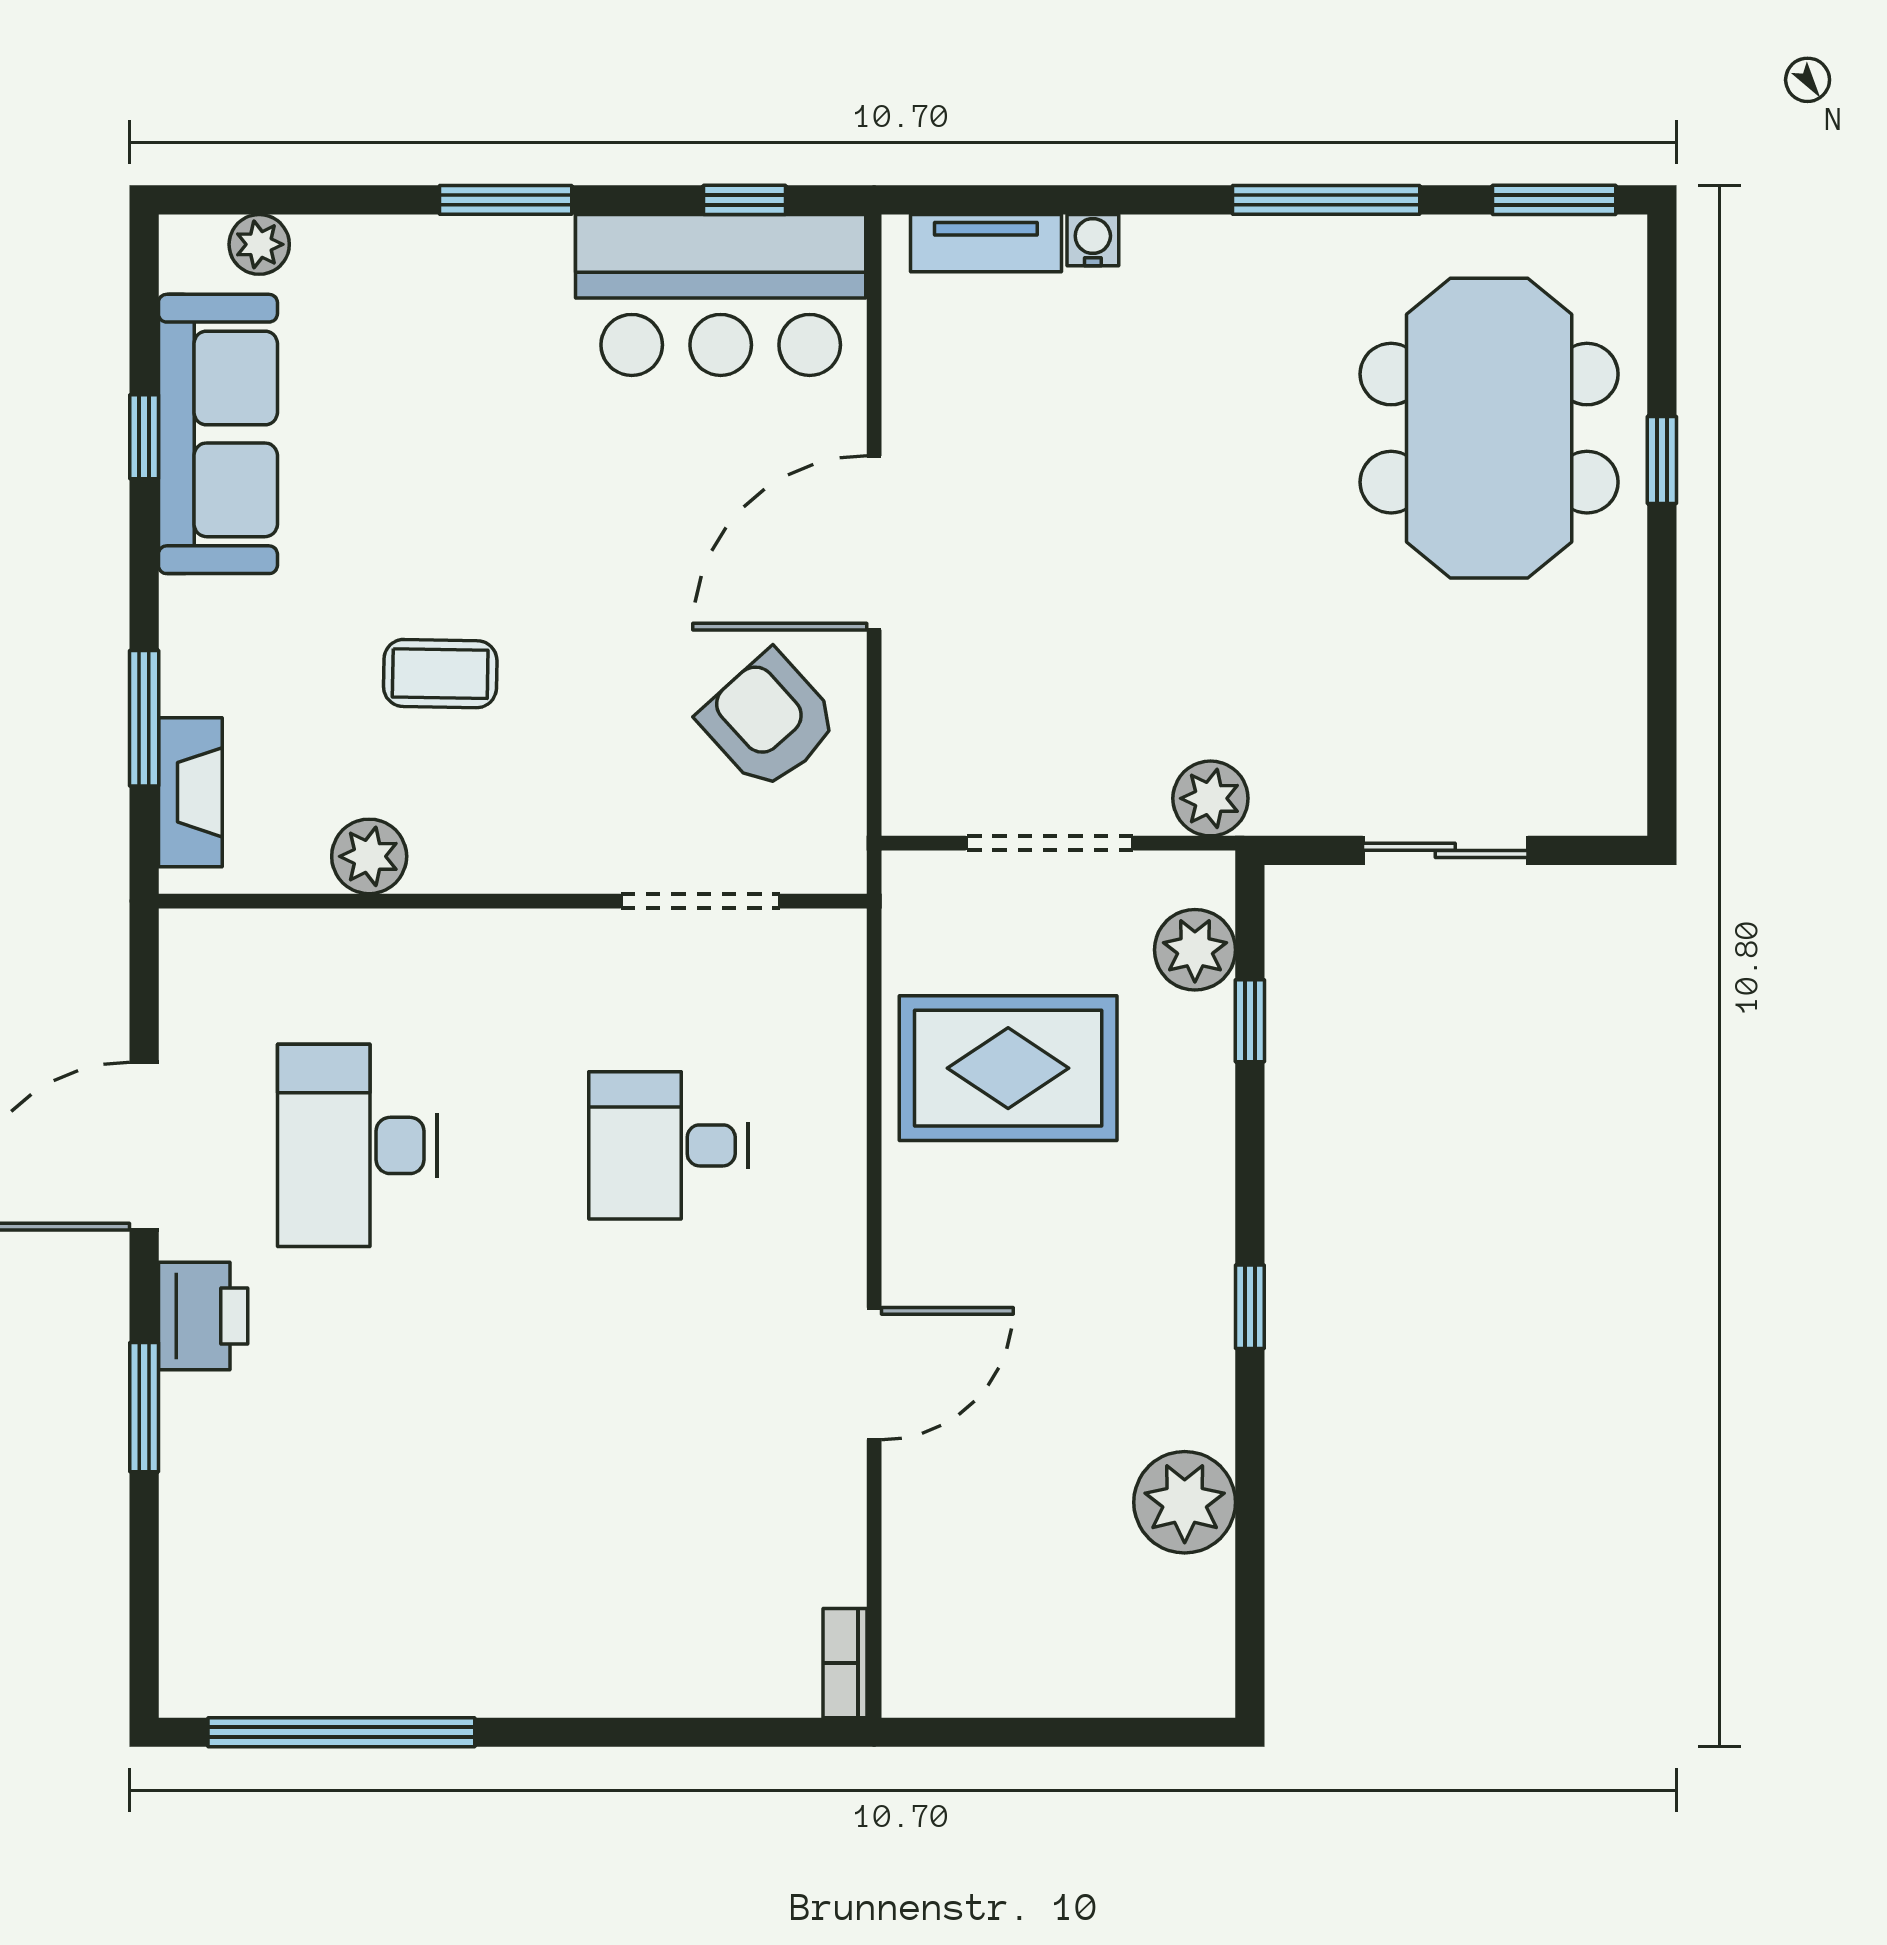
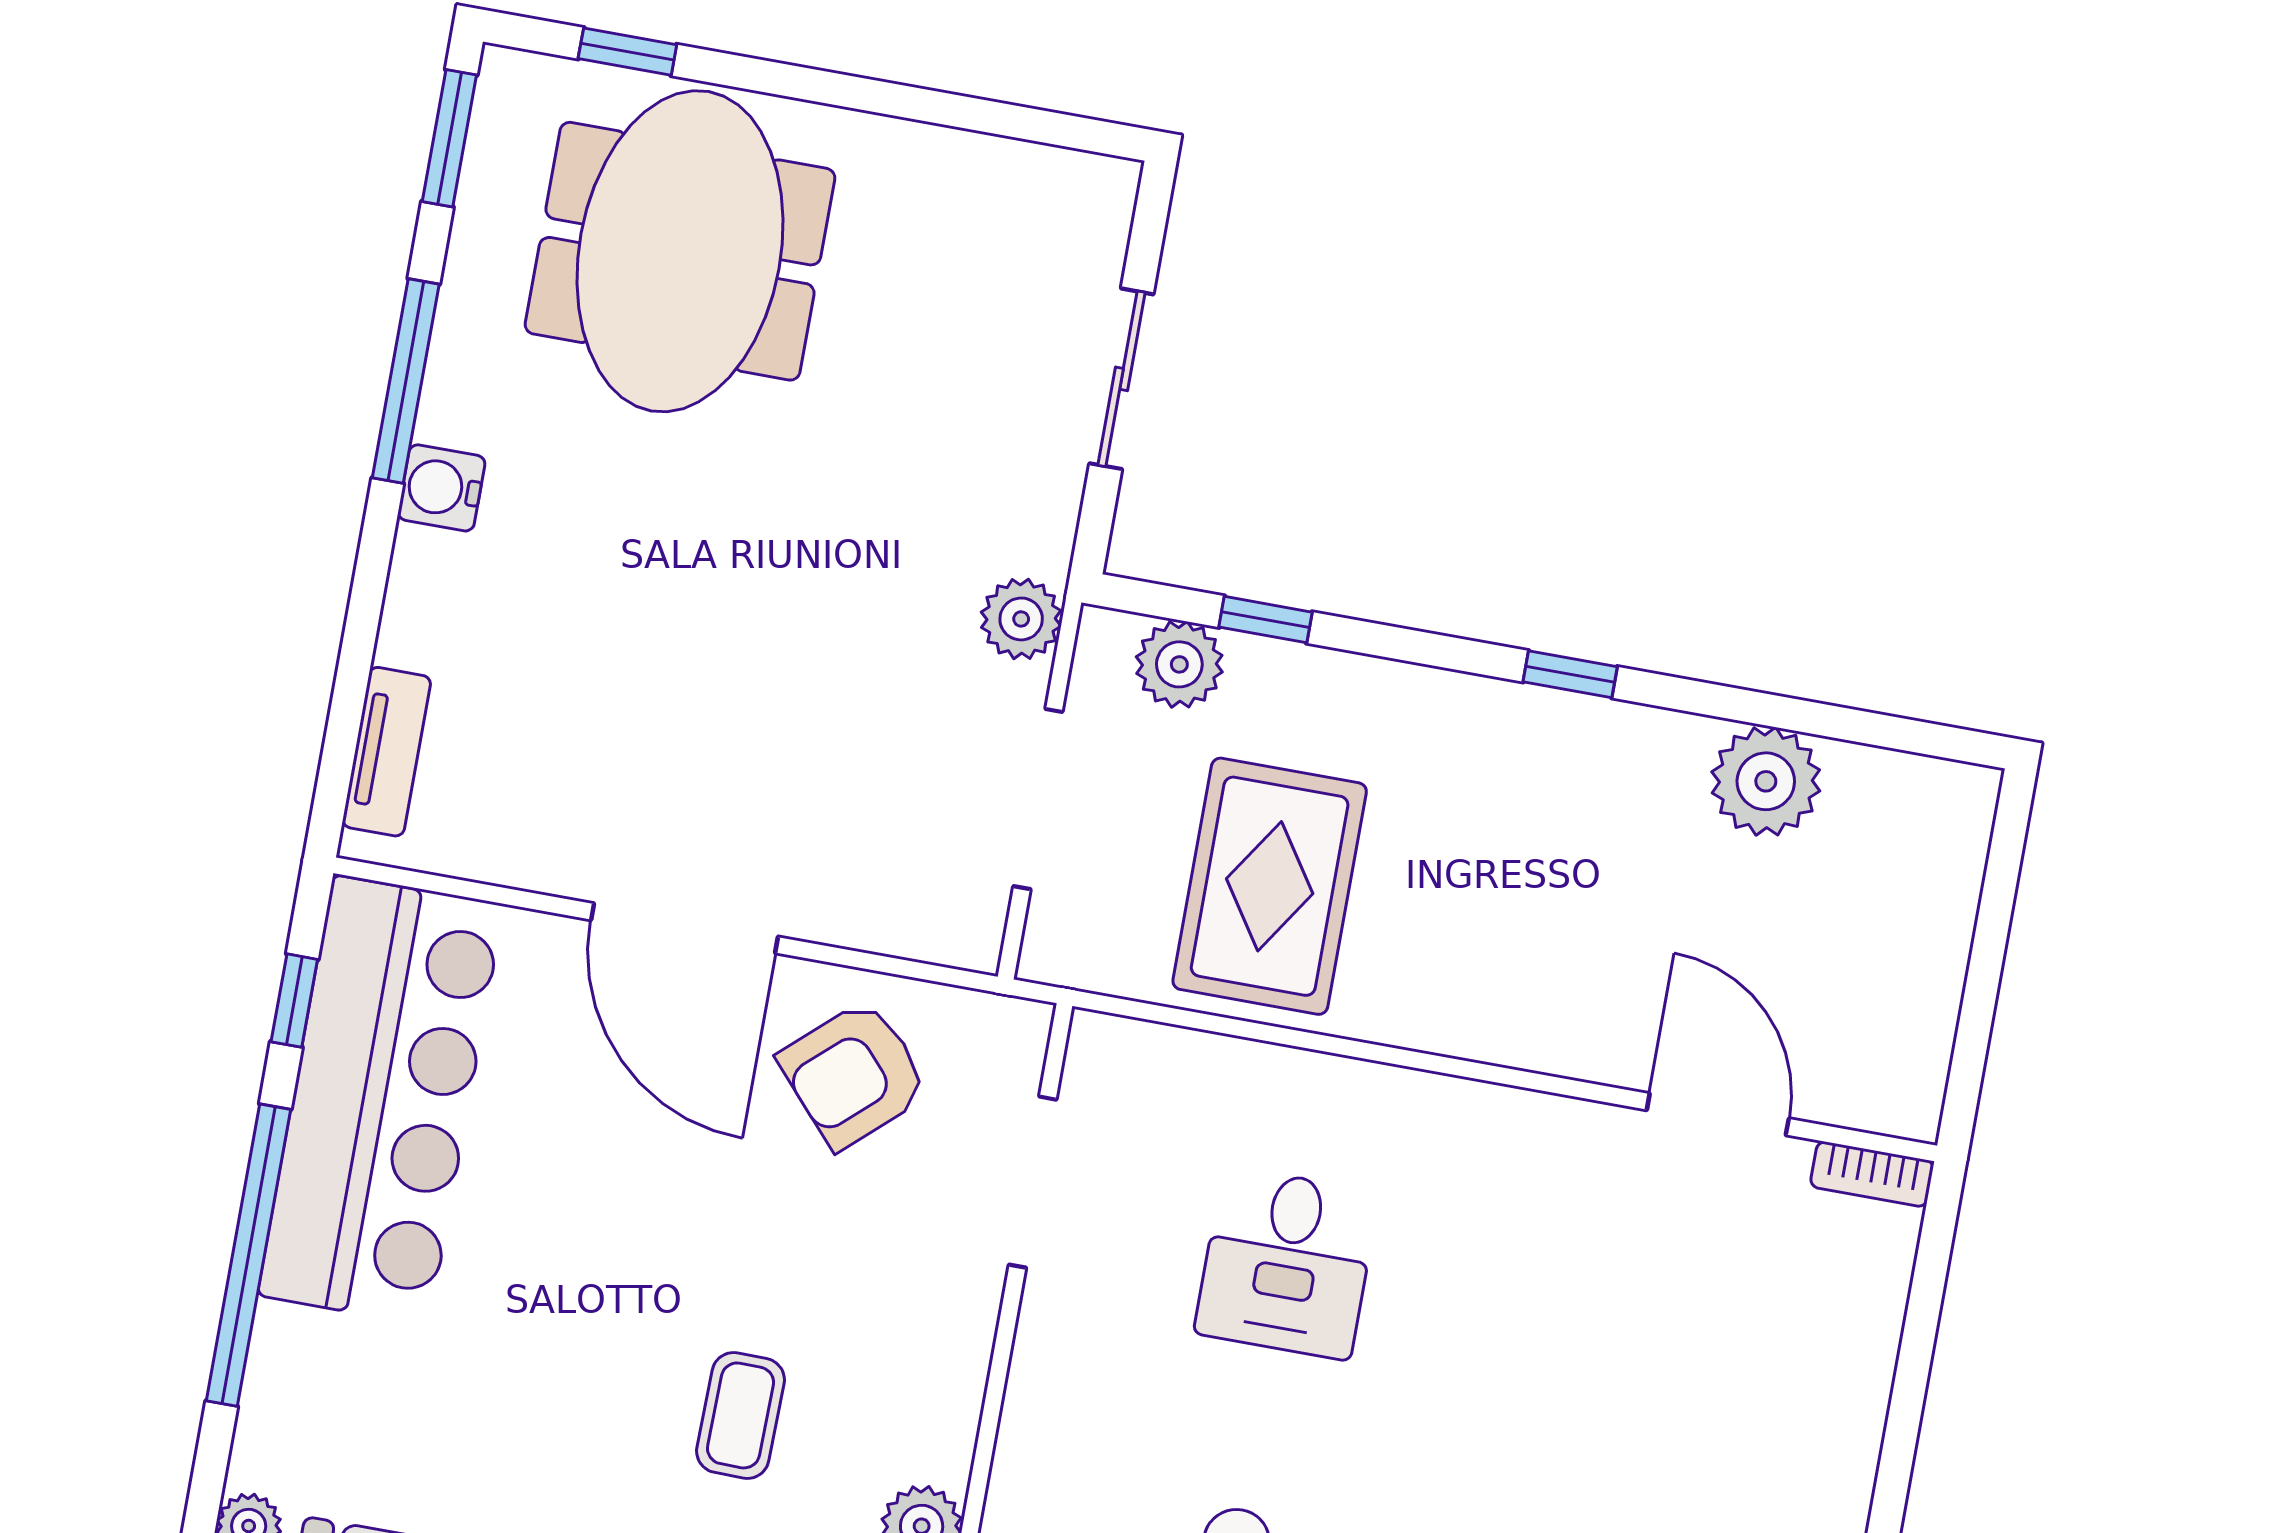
window: (506, 200) -> (248, 1255), width x2.11
water cooler: (1093, 240) -> (442, 488), moved, width x1.38, depth x1.38
bar counter: (721, 295) -> (381, 1100), width x1.36
meeting table: (1489, 428) -> (680, 251), turned 90
window: (1662, 460) -> (627, 52), moved
door: (874, 1374) -> (1718, 1114), moved

